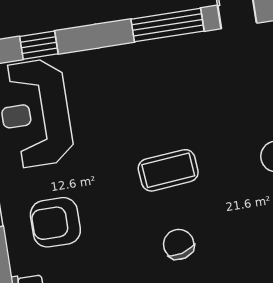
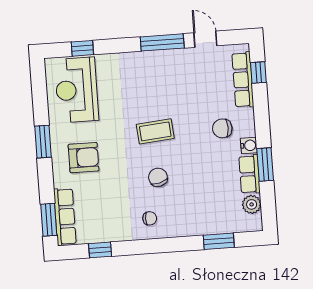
armchair: (55, 222) -> (84, 158), turned 180

